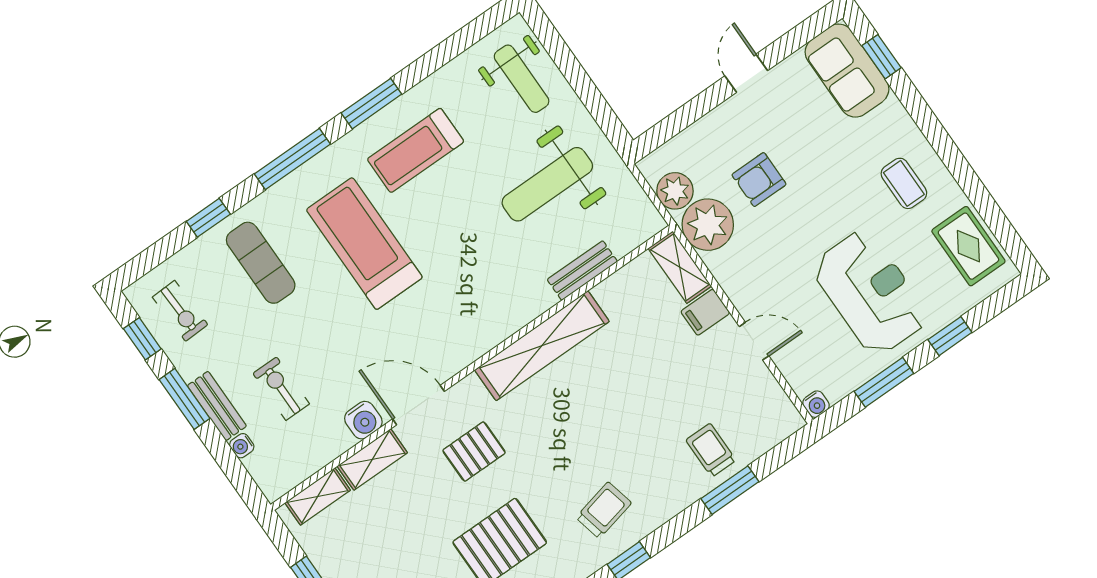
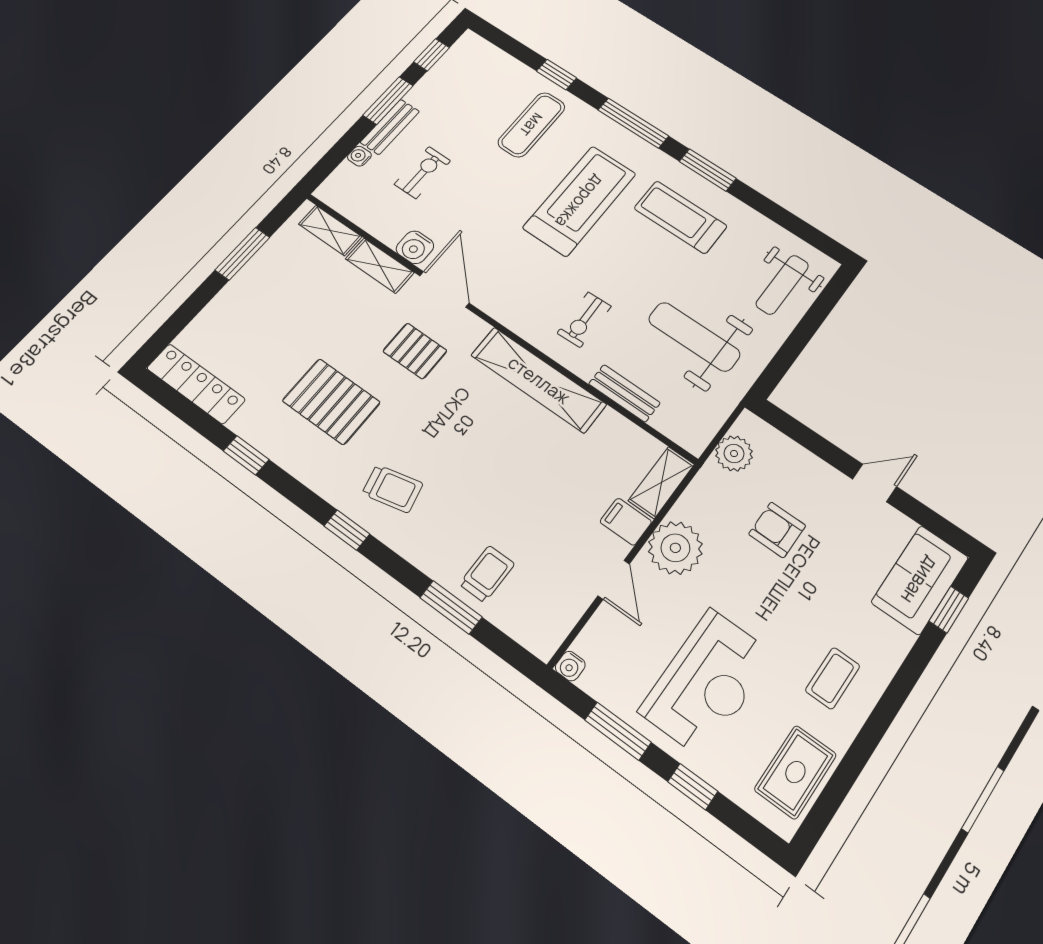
plant: (708, 225) -> (675, 548), moved
exercise bike: (180, 311) -> (584, 320), moved

